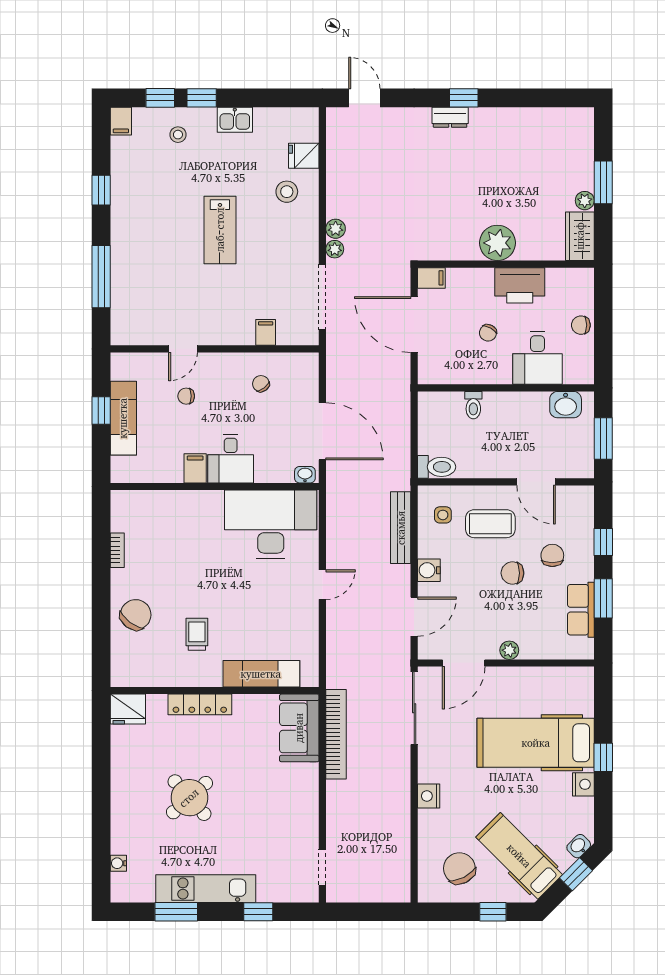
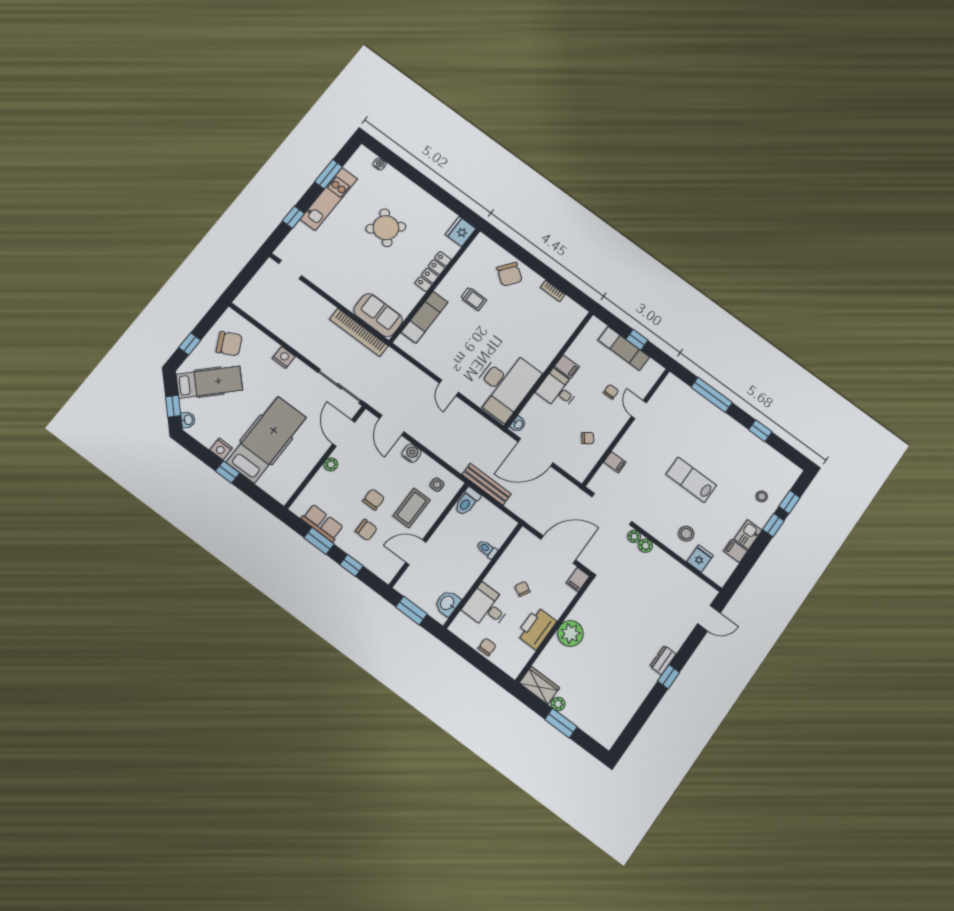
filing cabinet: (121, 121) -> (735, 551), moved
bench: (401, 528) -> (487, 484), moved

